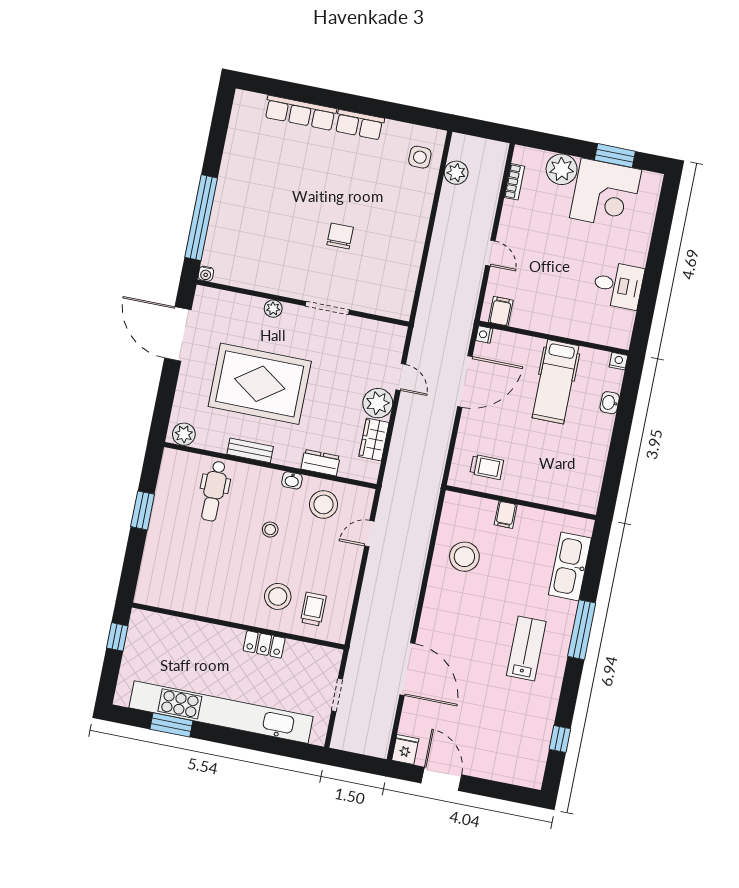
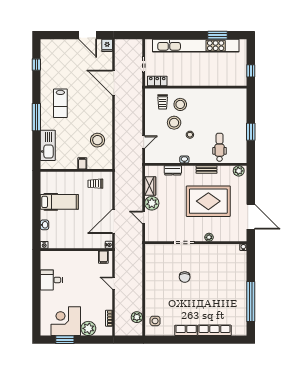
window: (201, 218) -> (251, 301), moved
hospital bed: (556, 382) -> (59, 202), moved, turned 90
stool: (323, 504) -> (174, 123), moved
locker: (264, 644) -> (157, 81), moved

